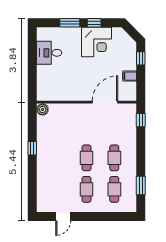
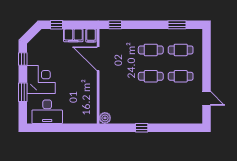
window: (94, 23) -> (23, 59), moved
corner desk: (97, 42) -> (41, 79), moved
desk: (49, 53) -> (47, 112), width x1.37
filing cabinet: (130, 76) -> (73, 35), width x2.00
filing cabinet: (129, 95) -> (91, 36), added

